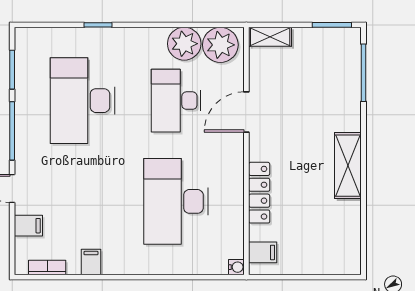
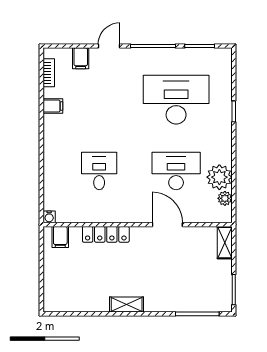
plant: (220, 45) -> (225, 198), width x0.53, depth x0.53
shelving: (348, 166) -> (127, 305), width x0.67, depth x0.75
desk: (176, 201) -> (99, 171), width x0.53, depth x0.77

